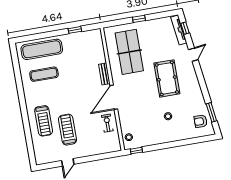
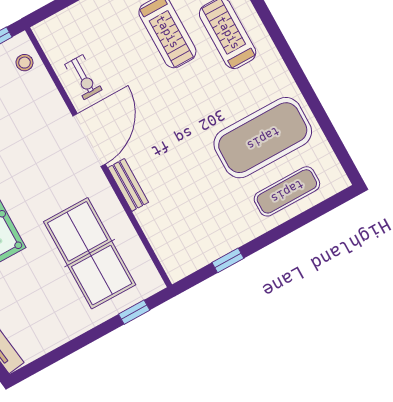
window: (139, 19) -> (134, 312), moved
exercise mat: (42, 49) -> (287, 191), width x0.73, depth x0.69
exercise mat: (44, 74) -> (263, 138), width x2.00, depth x1.45

